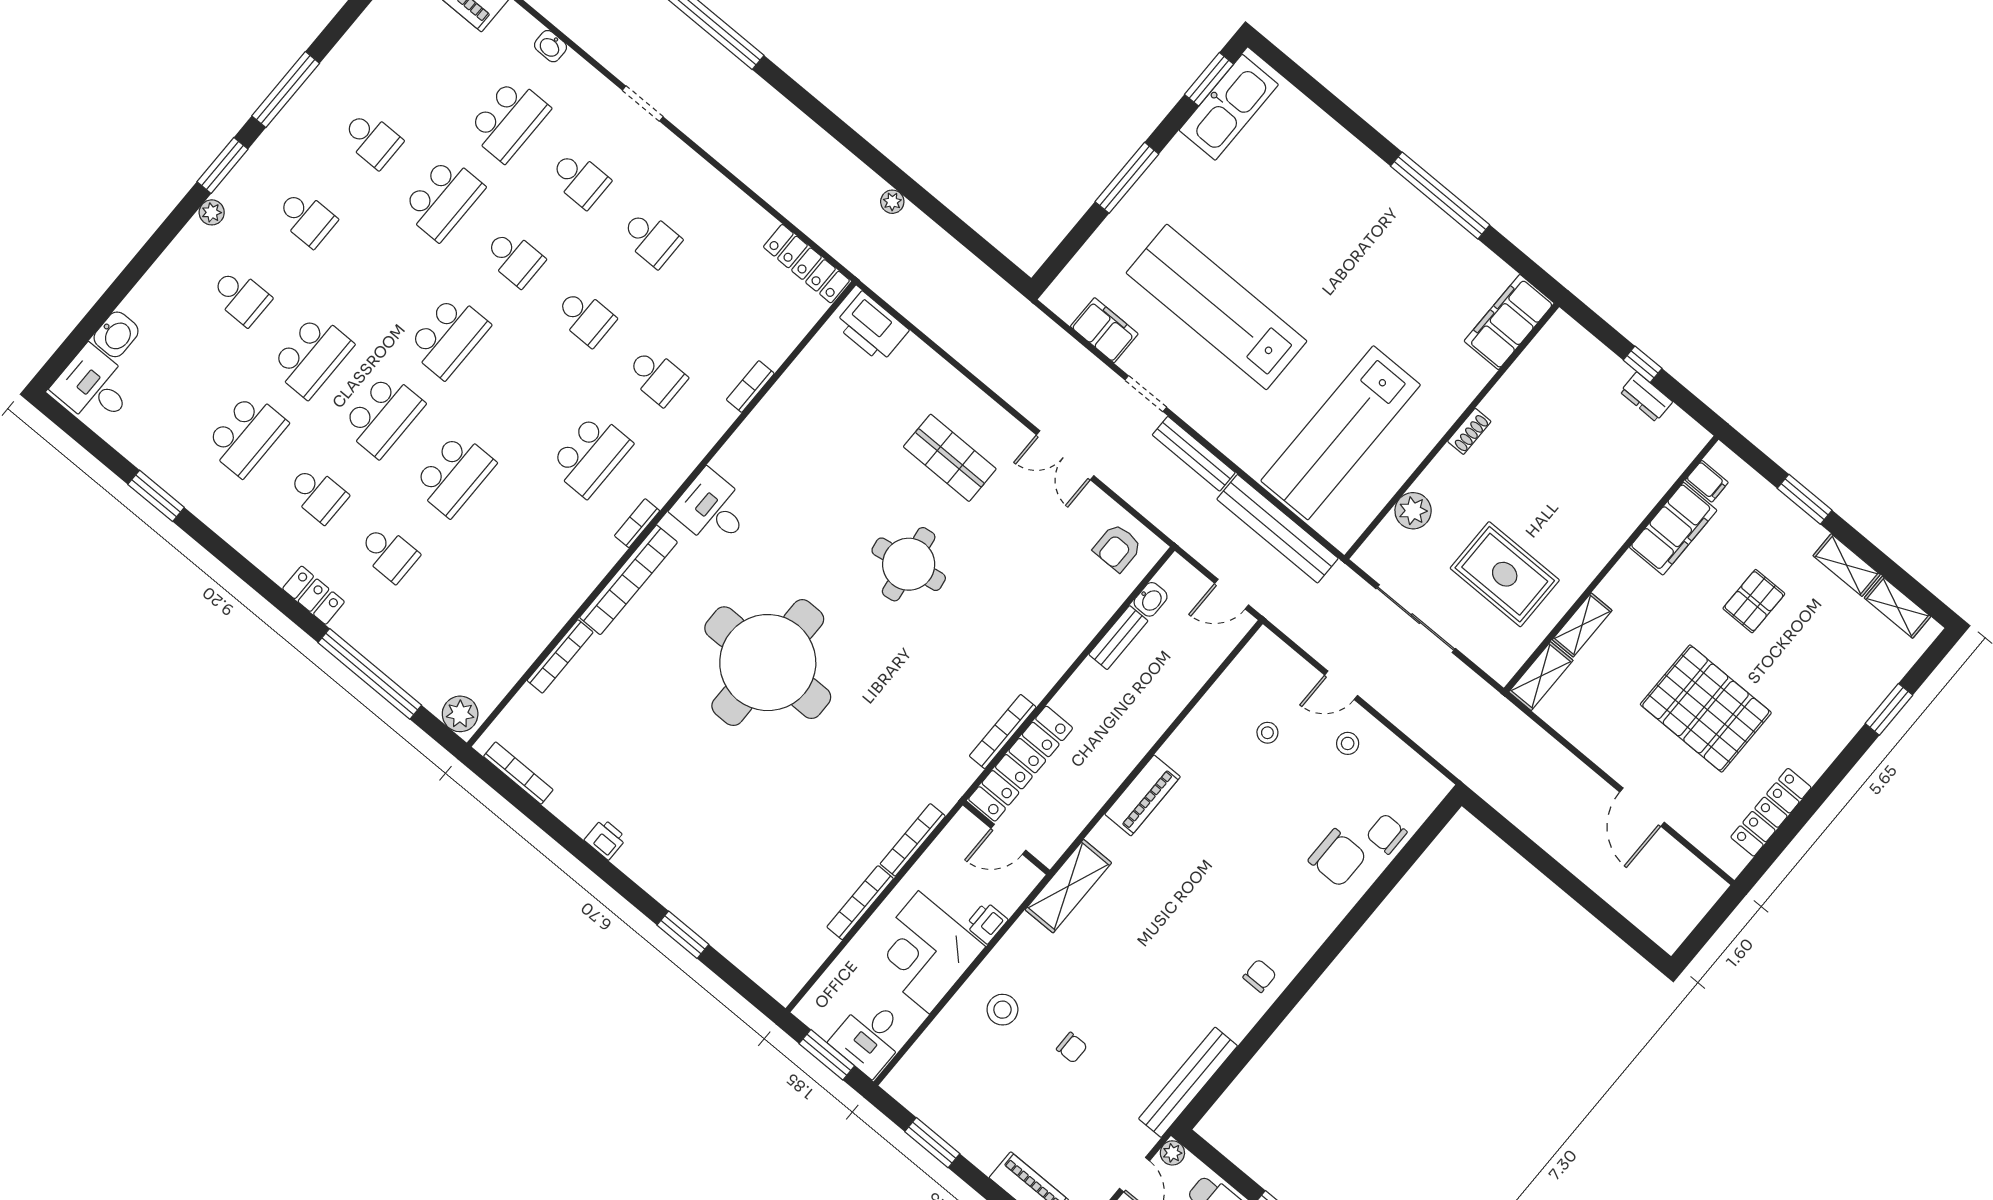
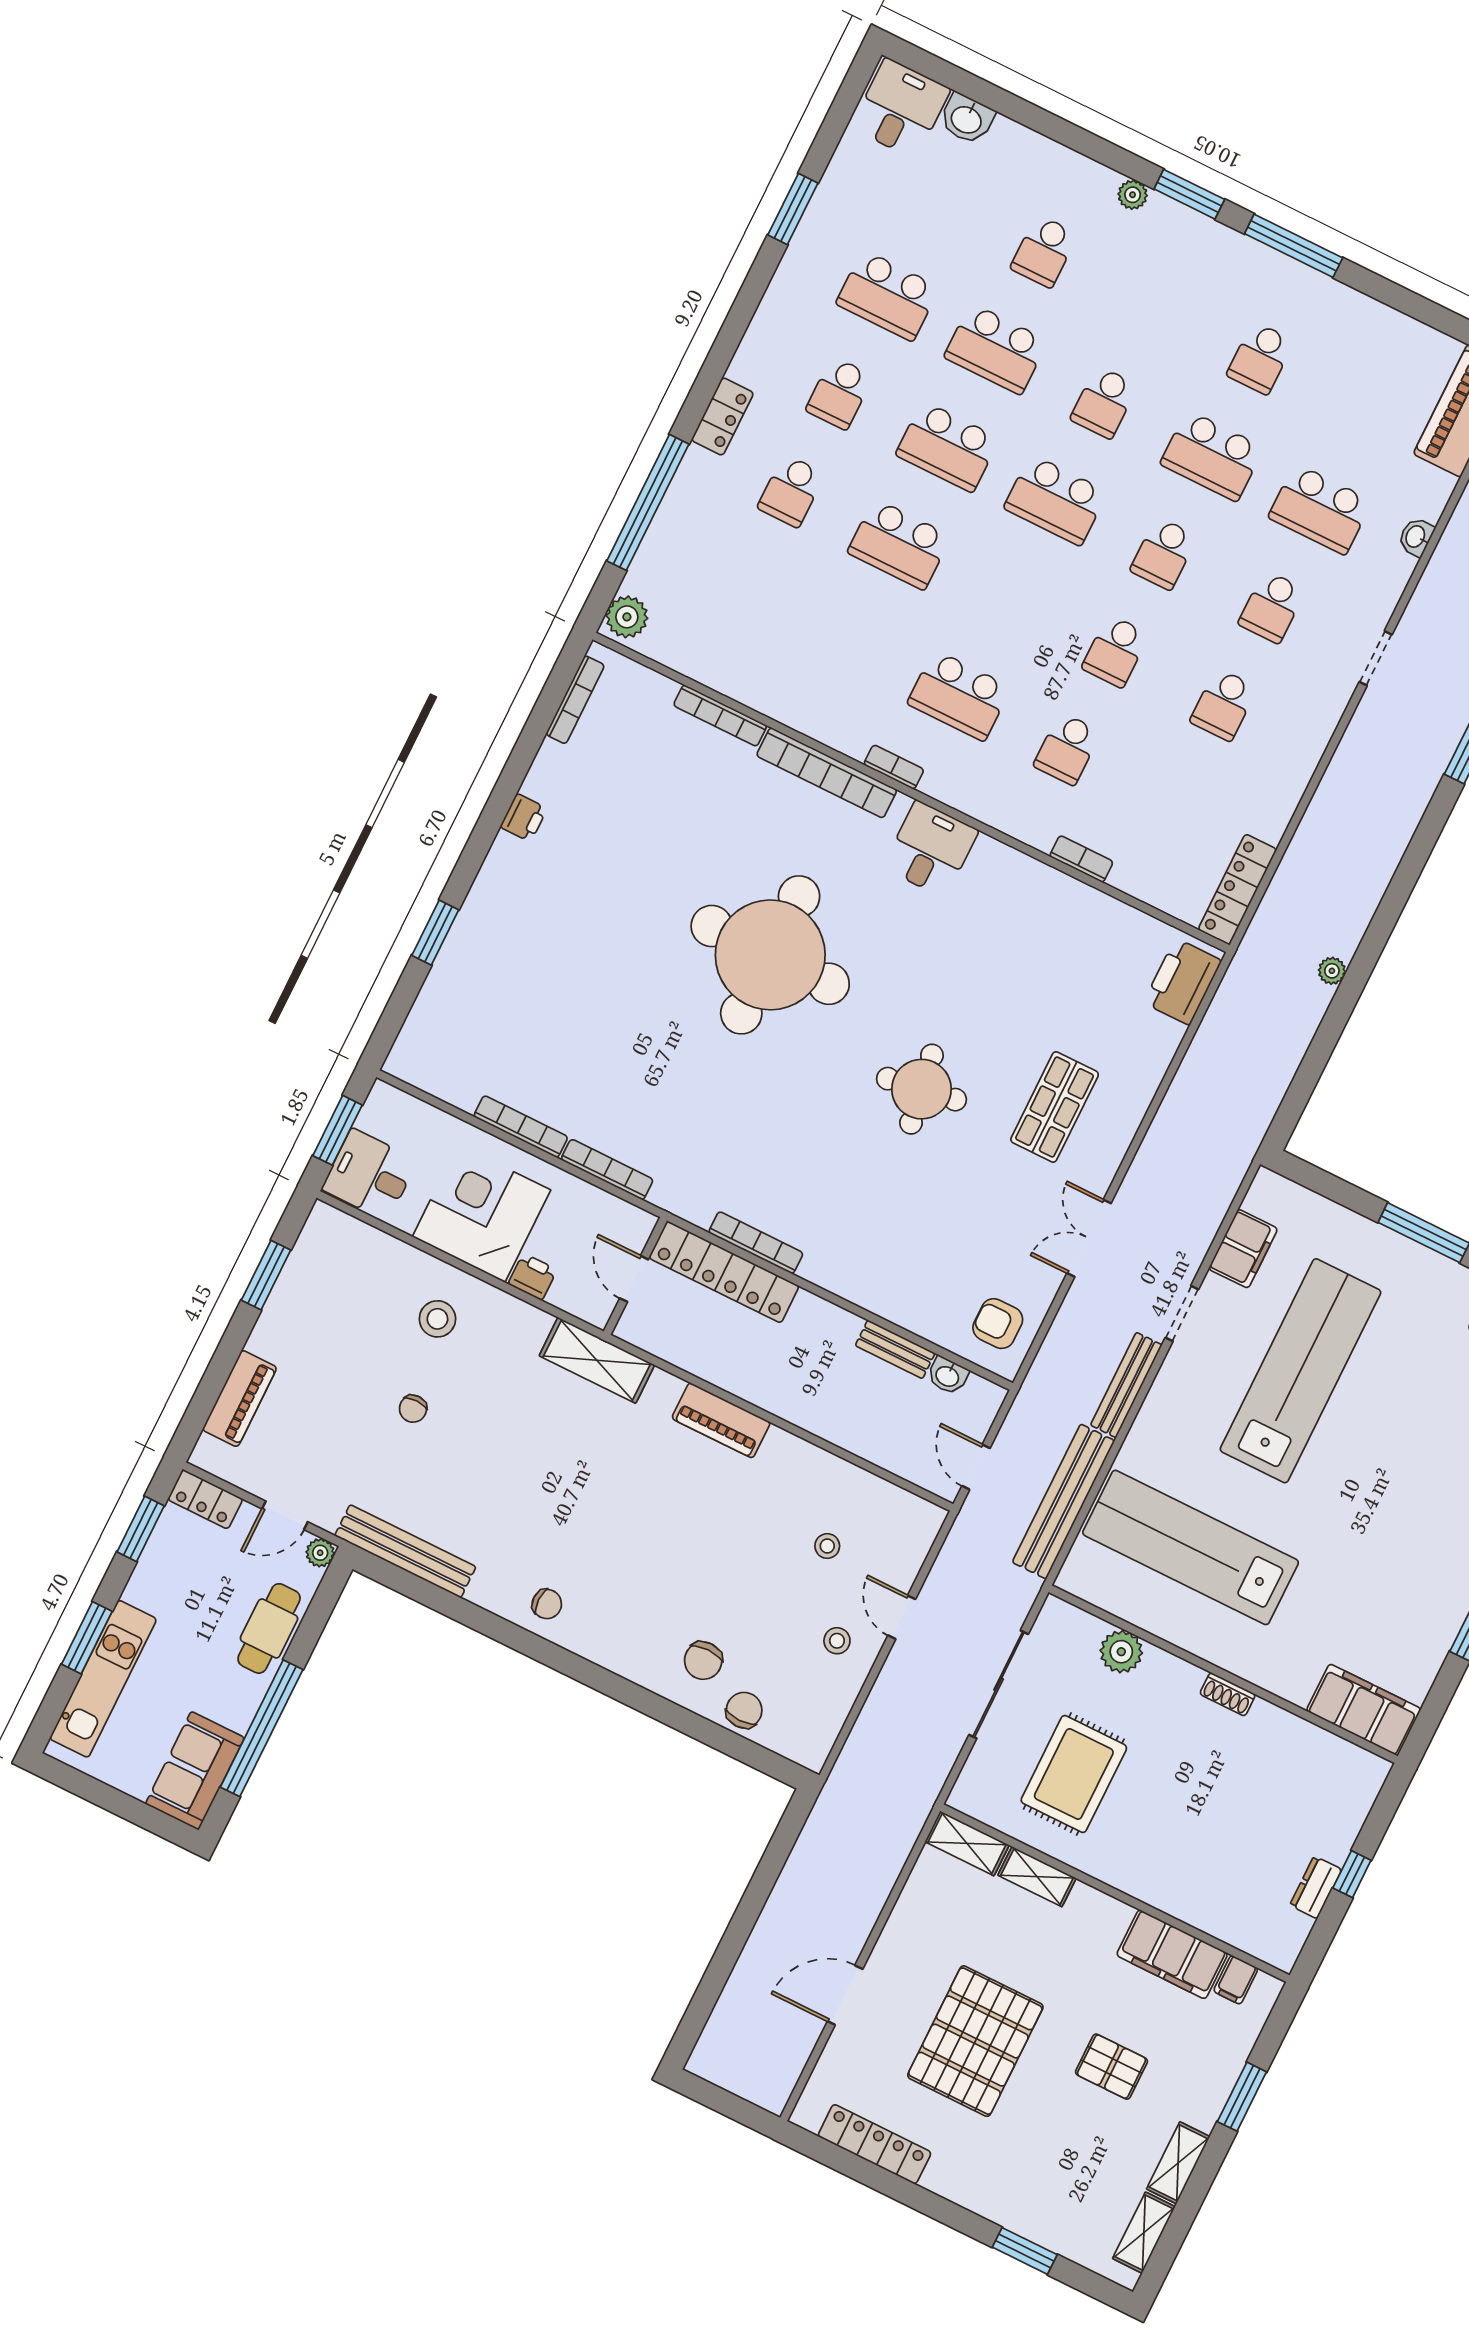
school desk: (306, 218) -> (1104, 402), moved
chair: (1337, 858) -> (703, 1661), width x0.73, depth x0.73

